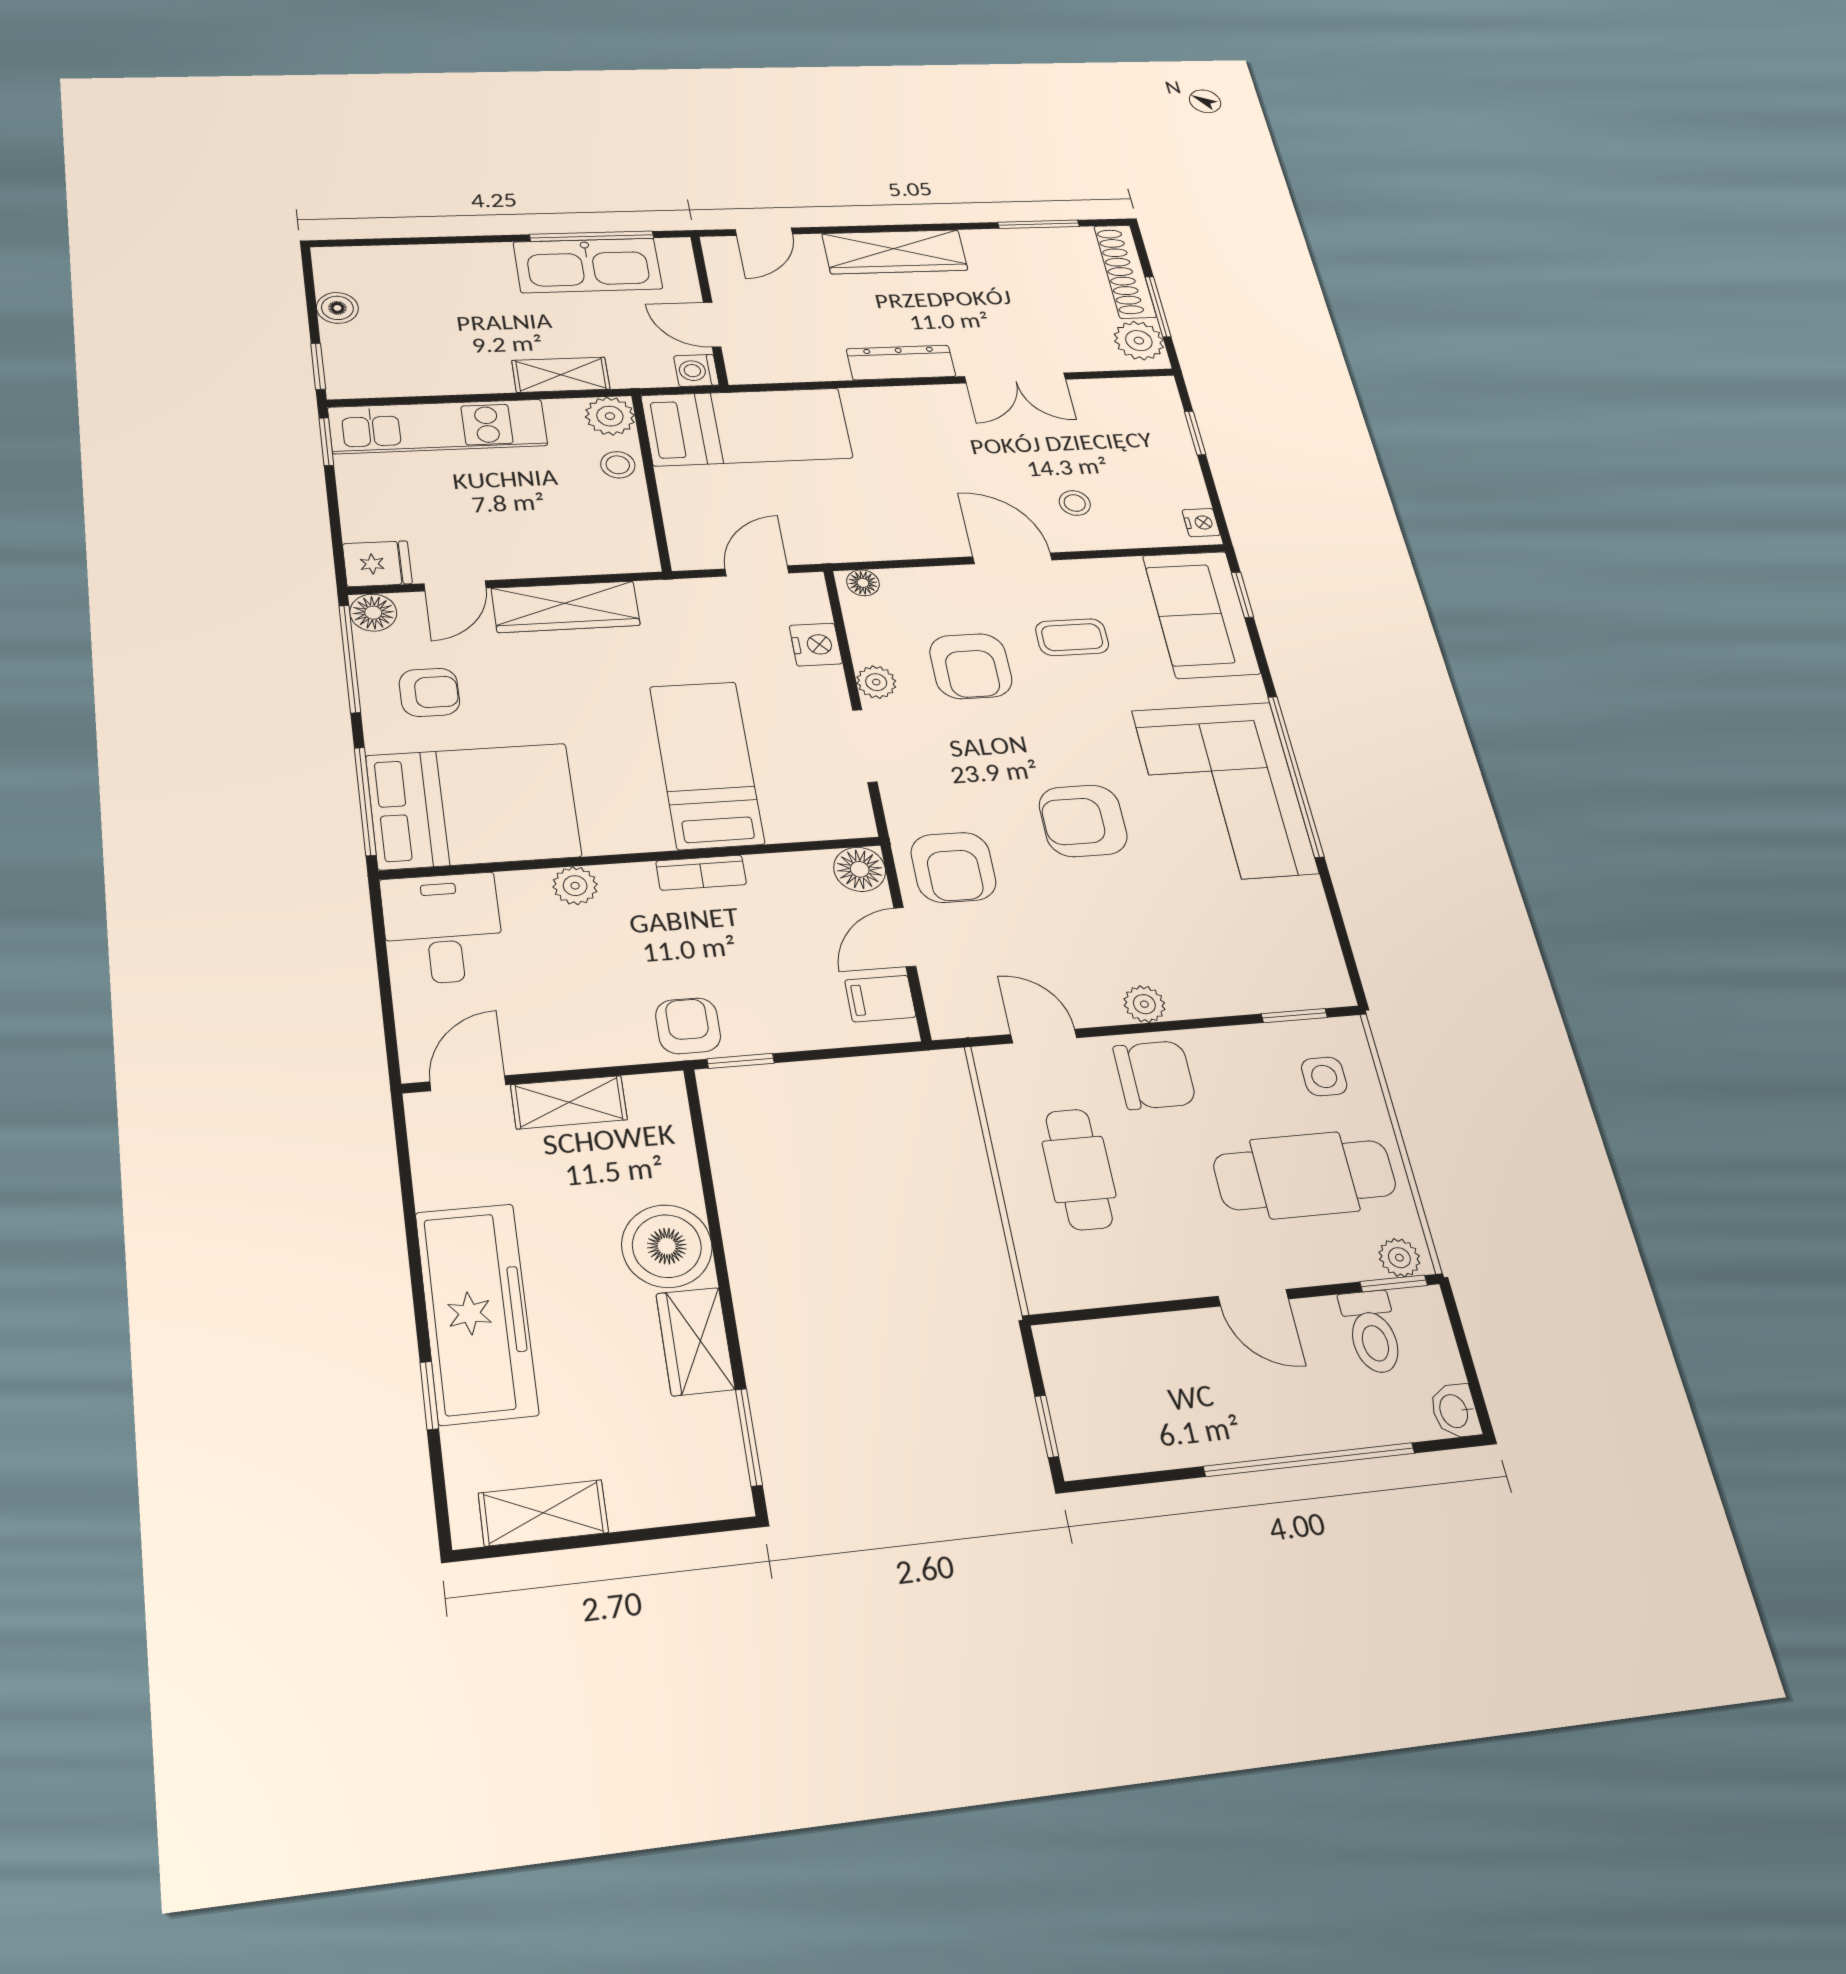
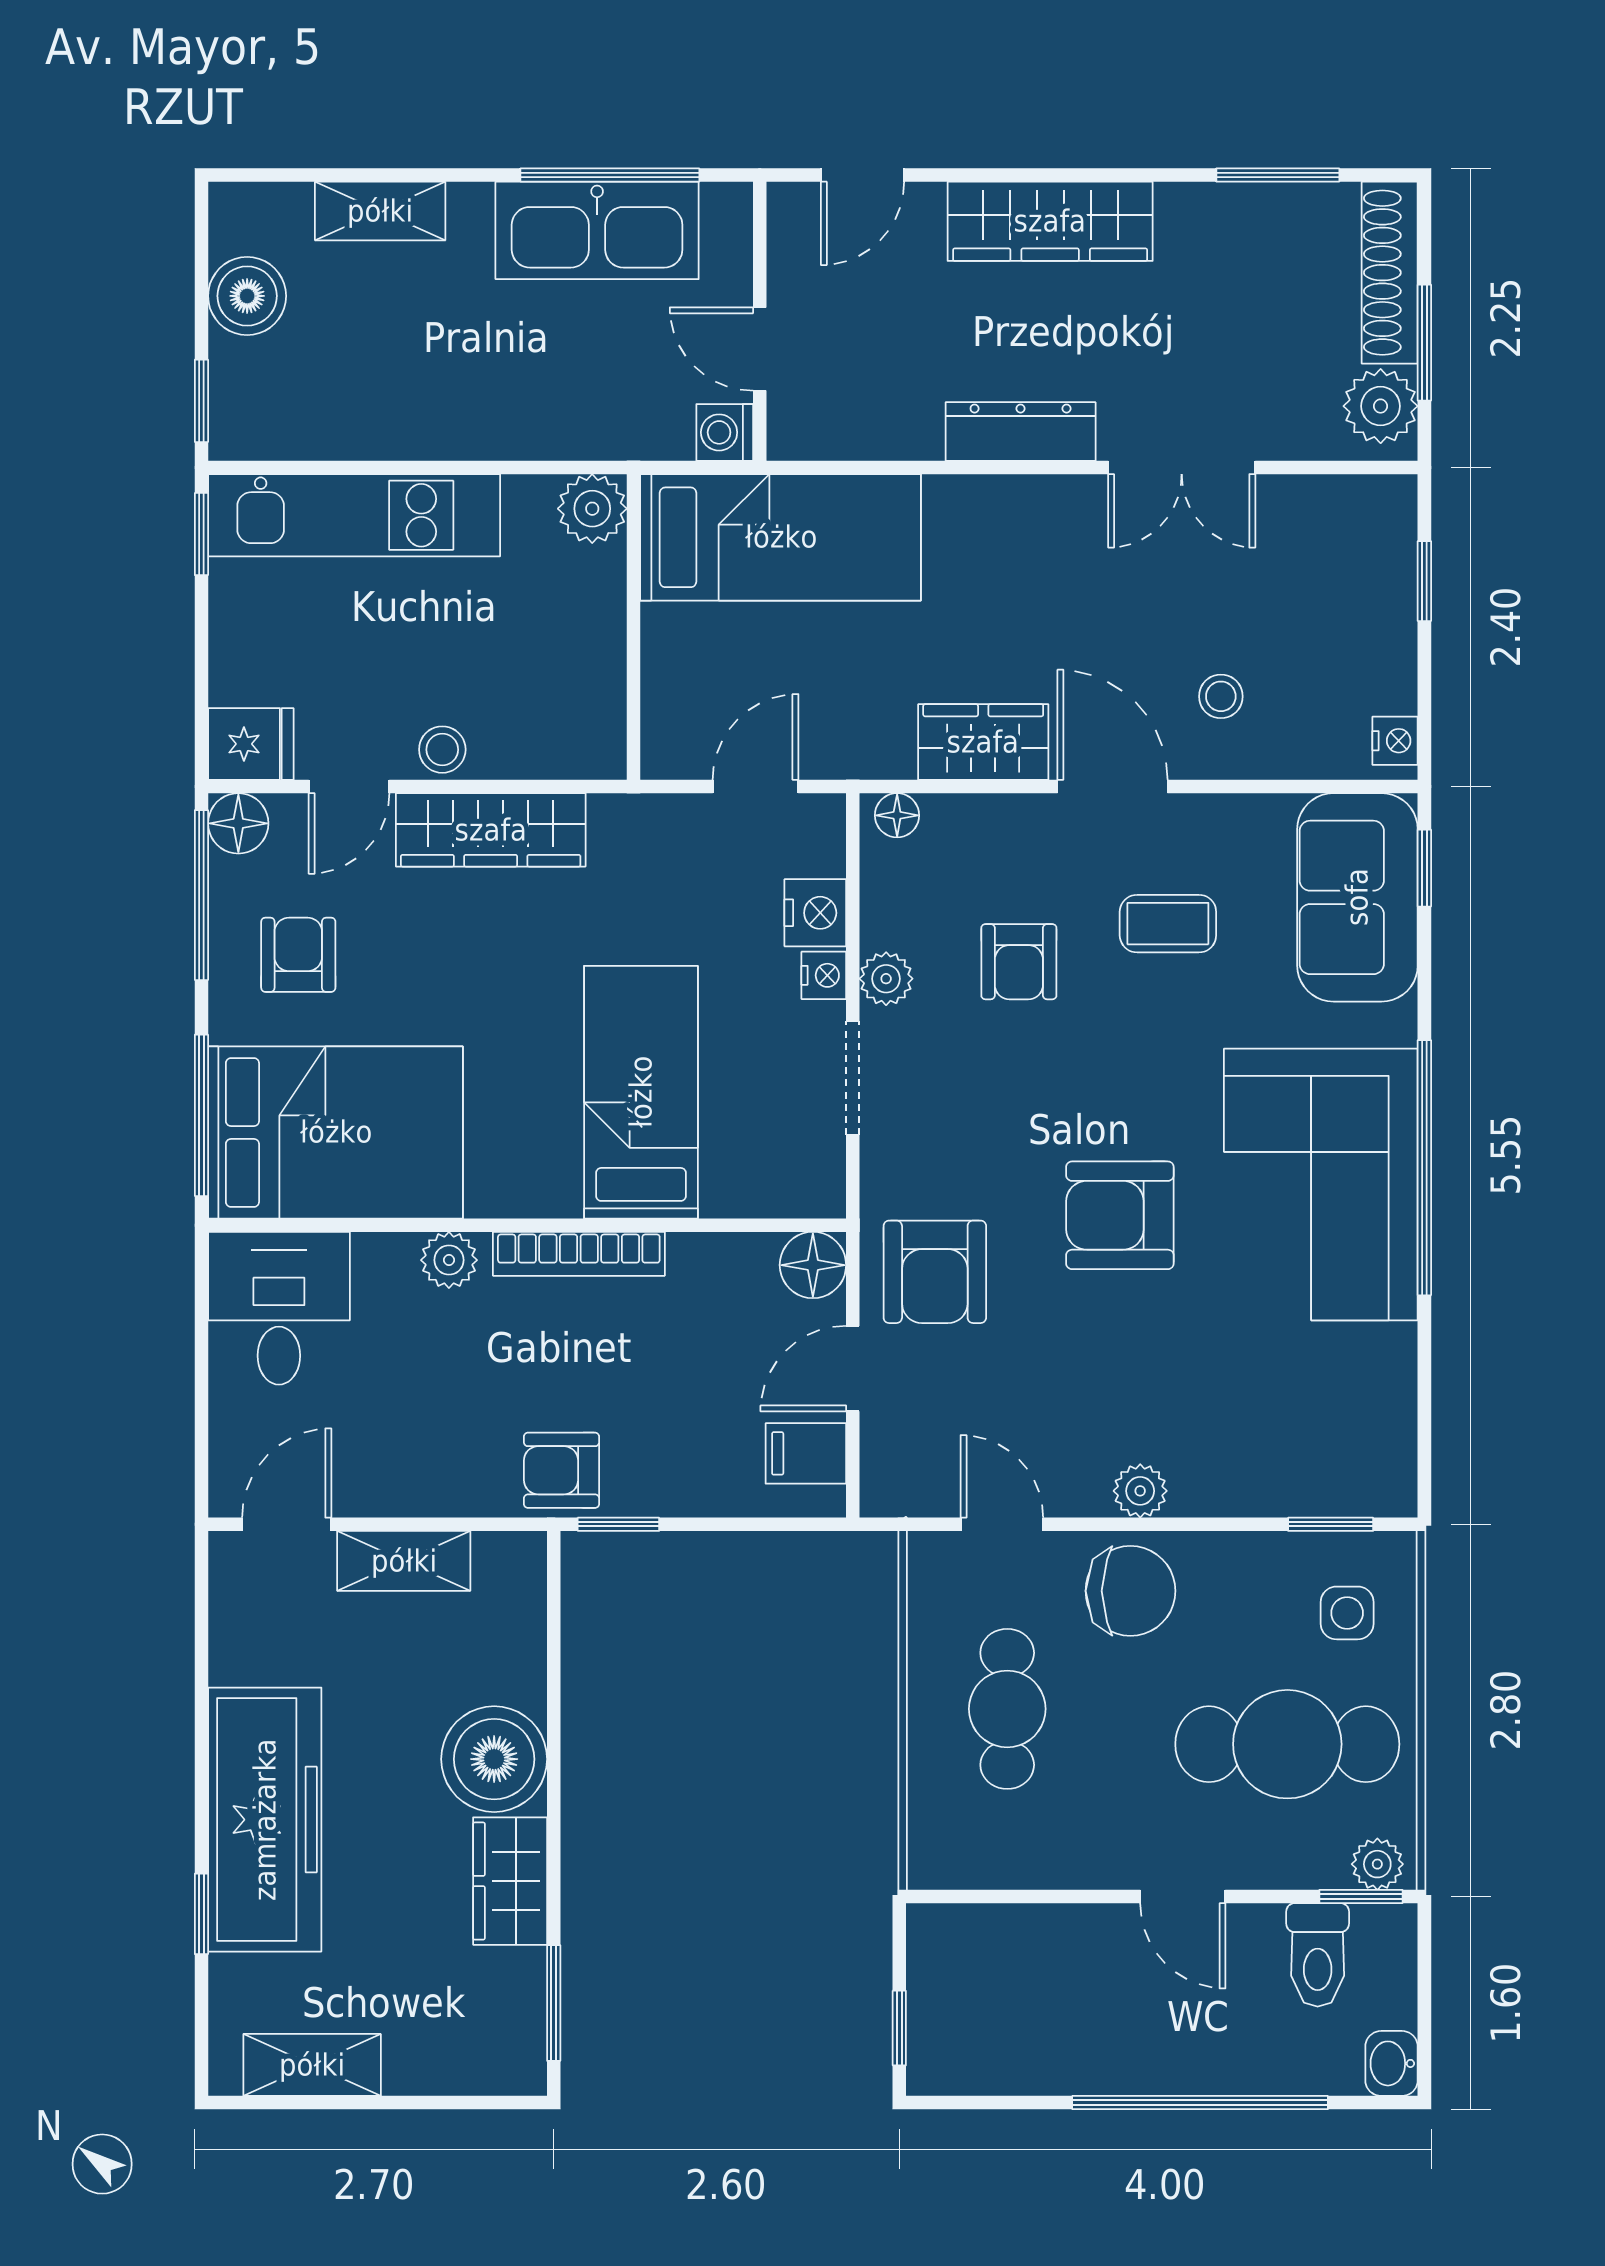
boiler: (337, 308) -> (247, 296), width x1.36, depth x1.36
shelving: (561, 375) -> (380, 211), moved
stool: (618, 465) -> (442, 750), moved
wardrobe: (915, 537) -> (983, 742), added
armchair: (971, 666) -> (1019, 962), width x0.72, depth x0.72
nightstand: (830, 683) -> (824, 975), added
armchair: (429, 692) -> (298, 955), turned -90
bookcase: (701, 873) -> (579, 1254), width x1.56
armchair: (688, 1026) -> (562, 1470), turned -90

